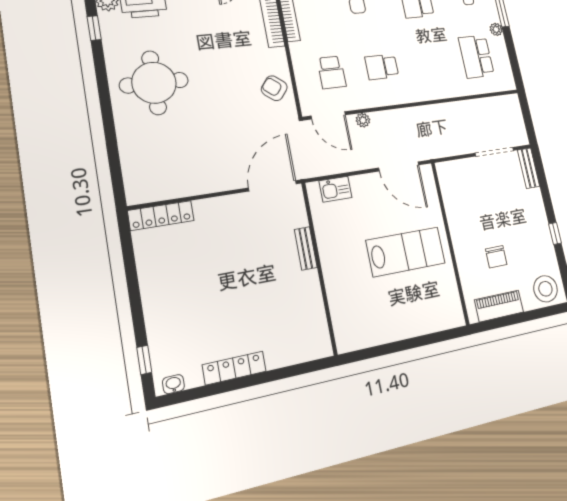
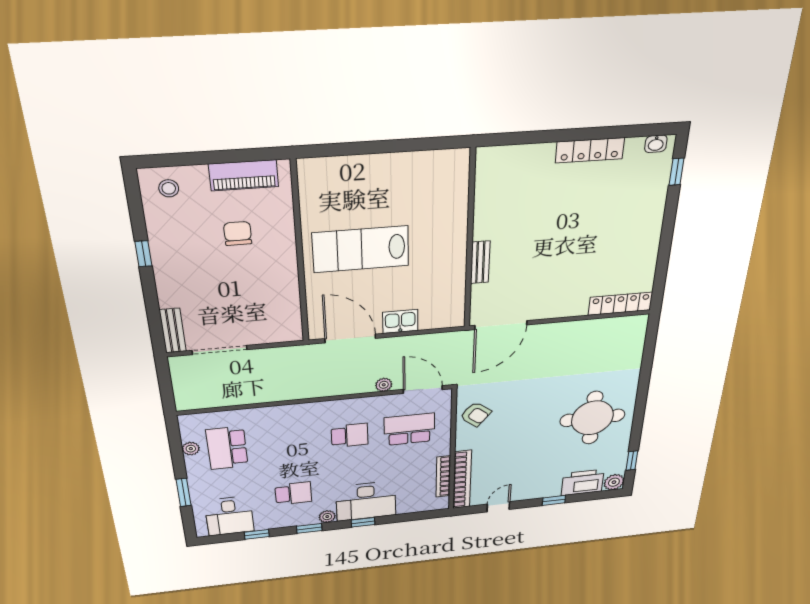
plant: (496, 29) -> (191, 449), moved
school desk: (476, 56) -> (227, 448), turned 180
school desk: (332, 72) -> (409, 429), width x1.85
kitchen sink: (336, 189) -> (400, 321), moved
stool: (545, 289) -> (169, 188), width x0.53, depth x0.53

